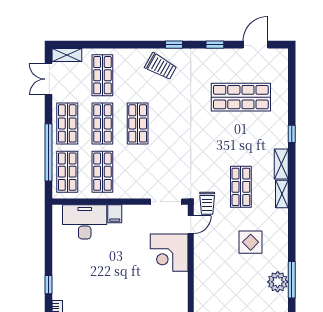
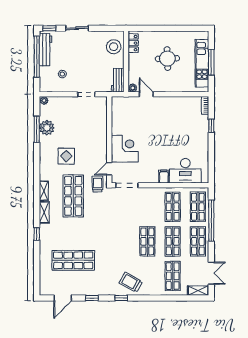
shop shelf: (241, 187) -> (73, 196), width x1.43, depth x1.36

